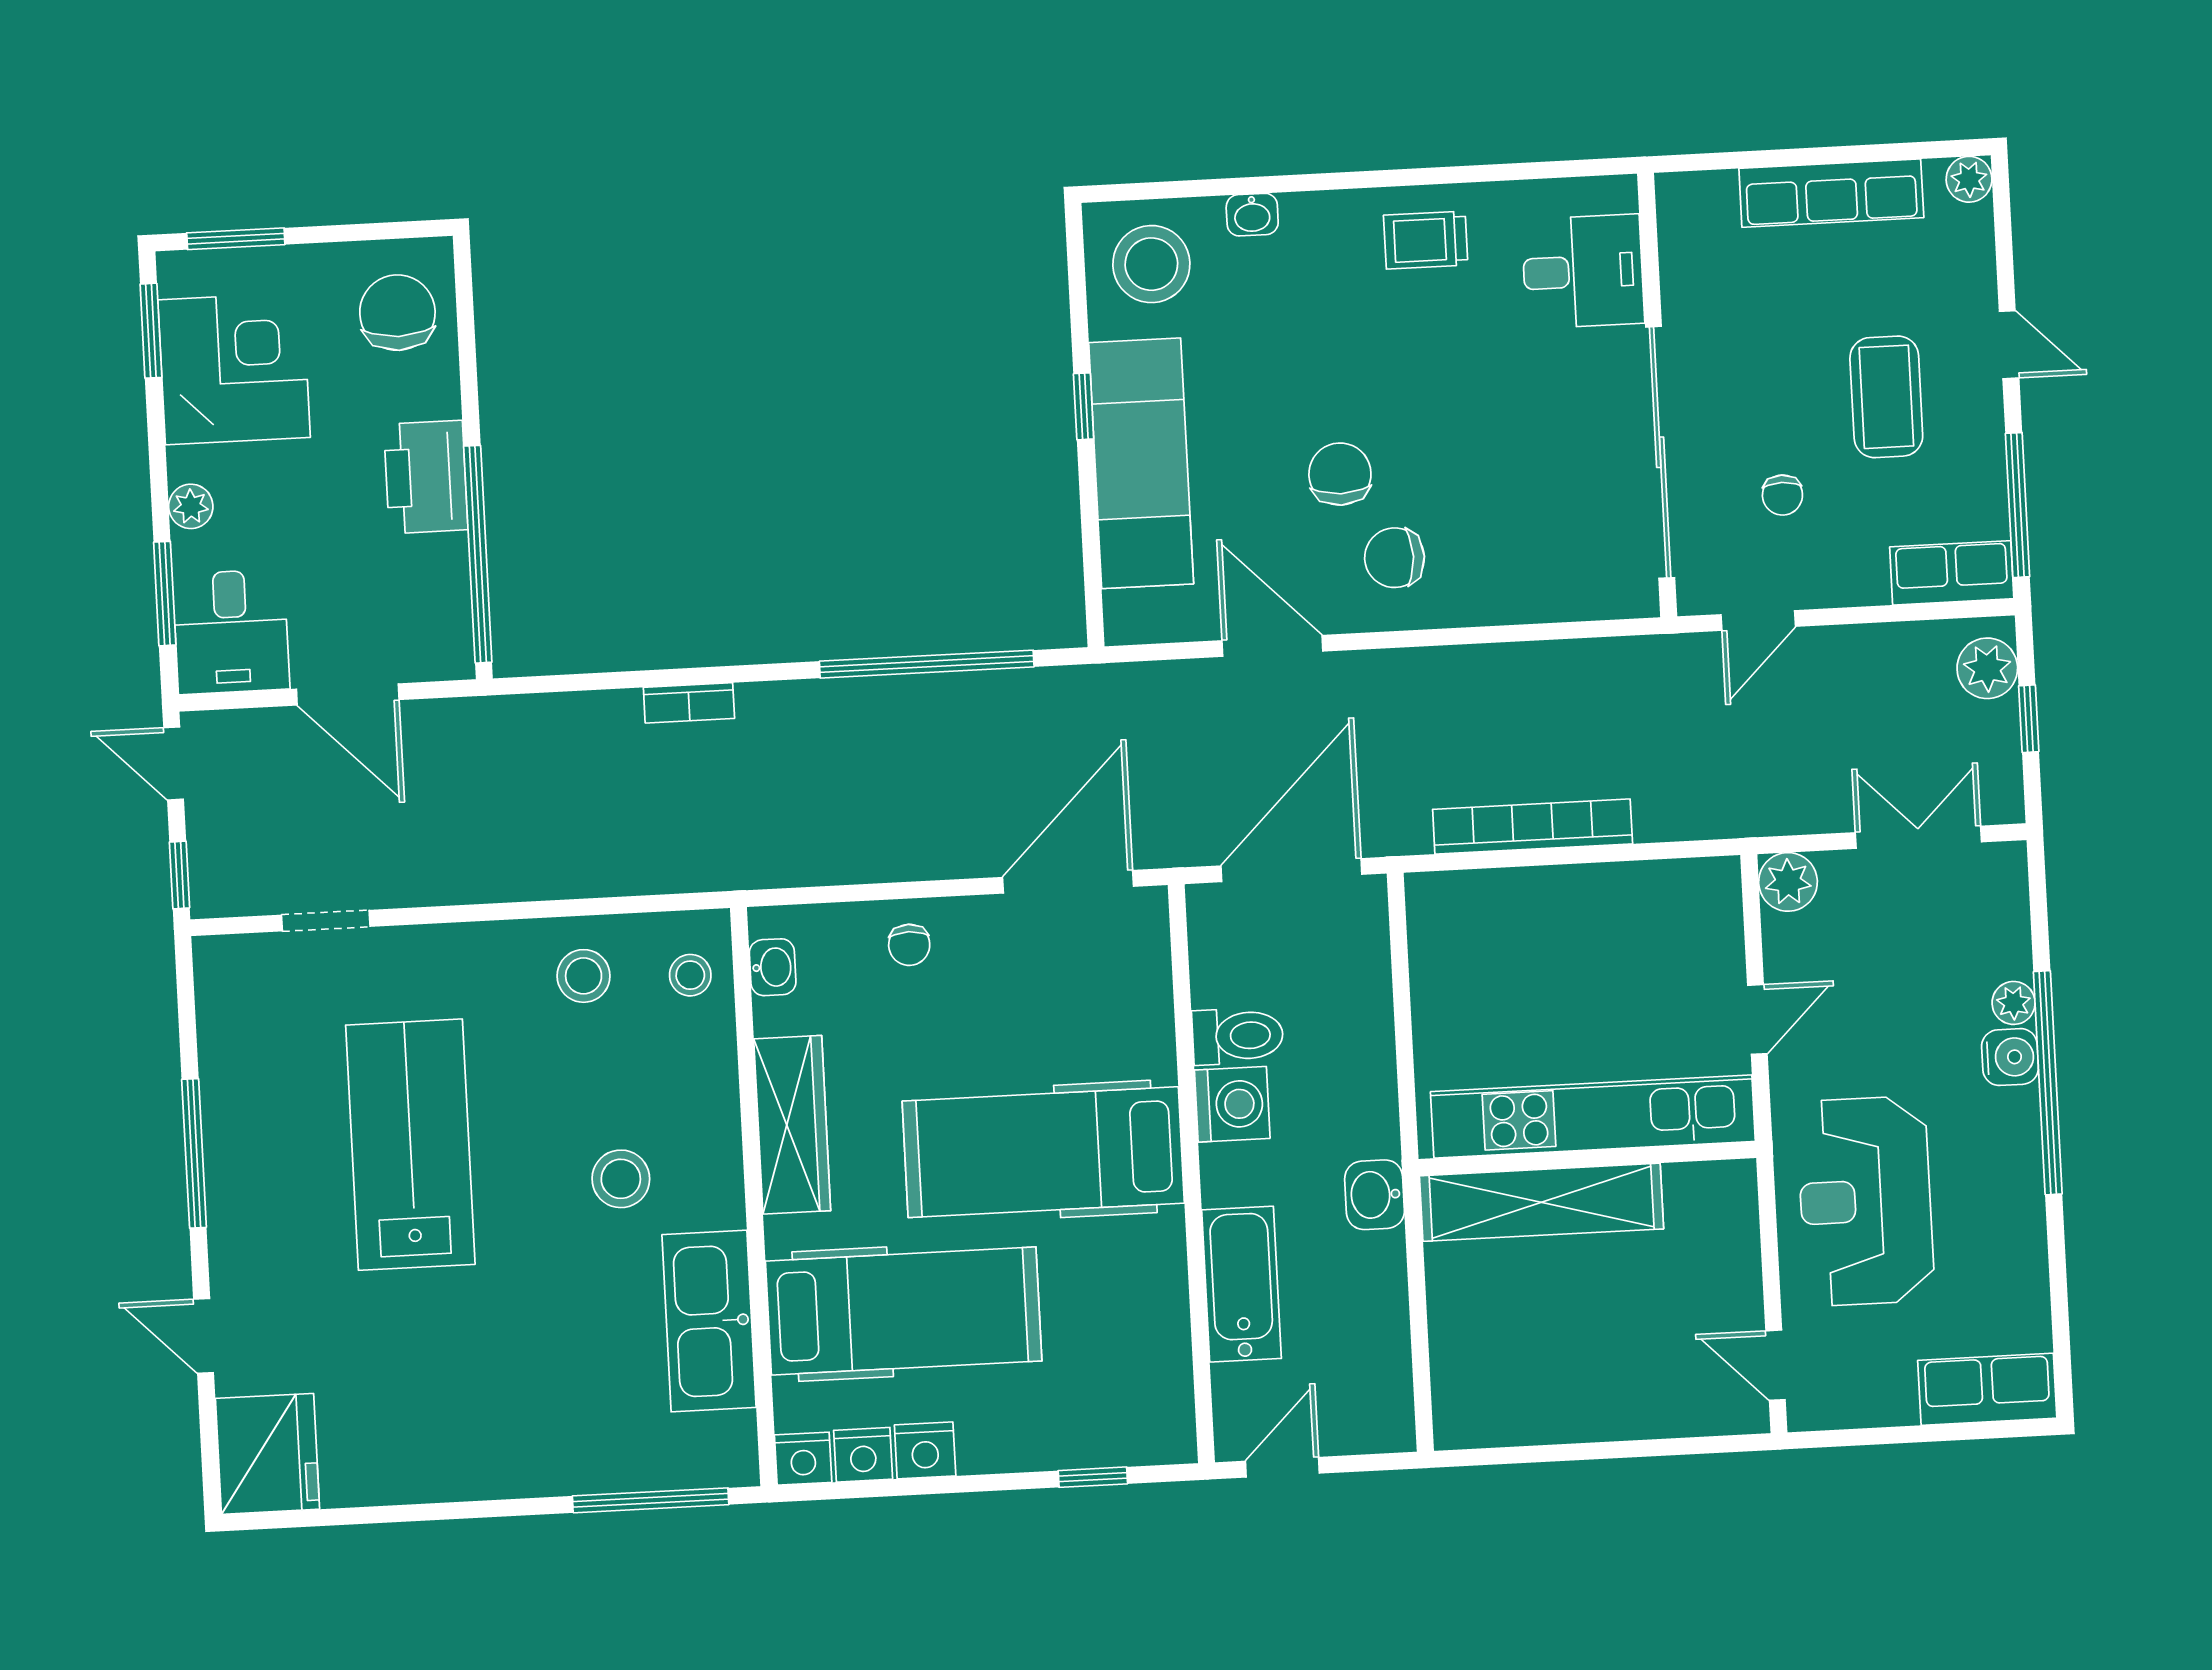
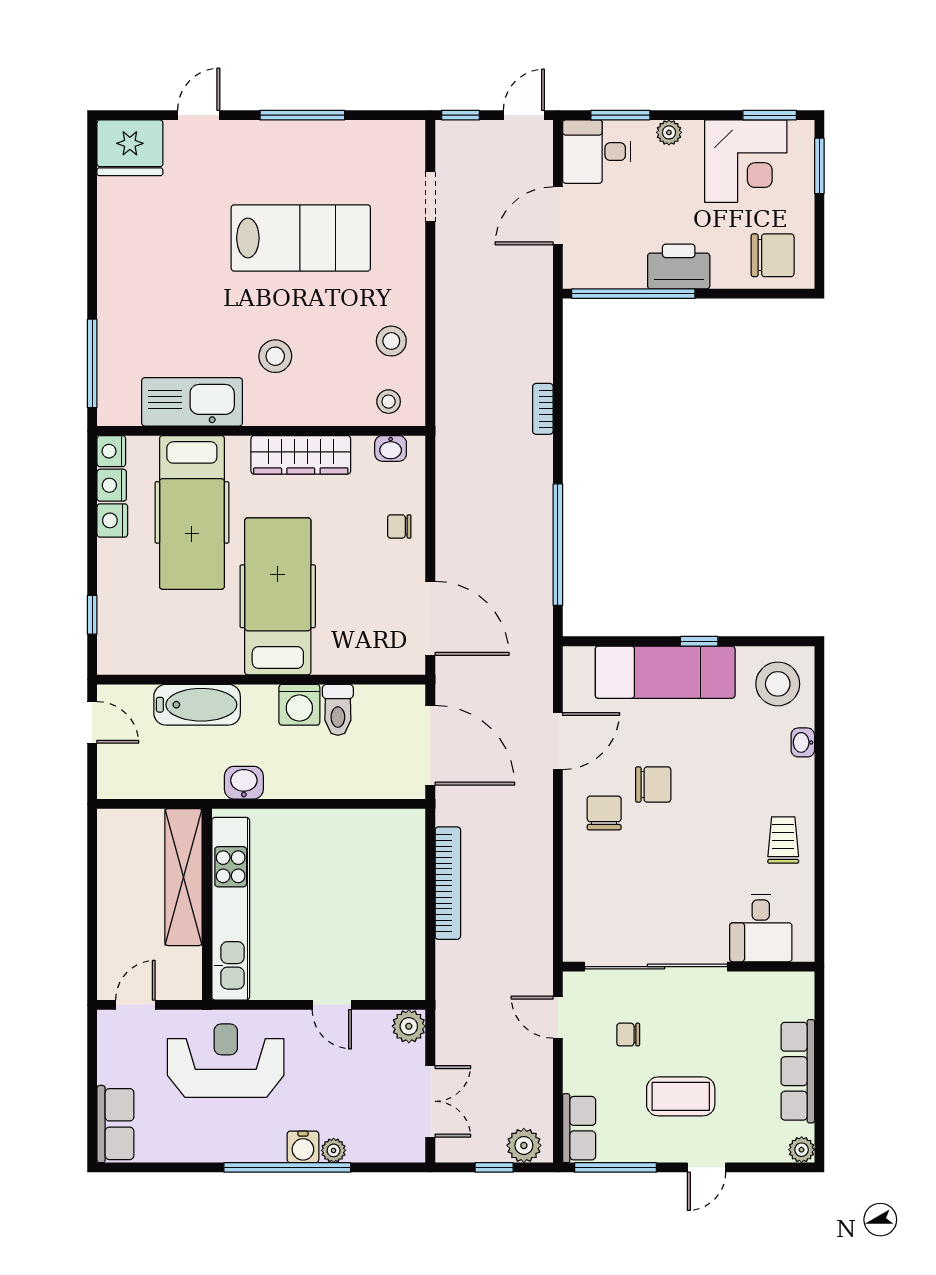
kitchen unit: (1593, 1116) -> (231, 909), moved
wall: (1587, 1159) -> (207, 904), moved
shelving: (1542, 1202) -> (184, 877), moved

